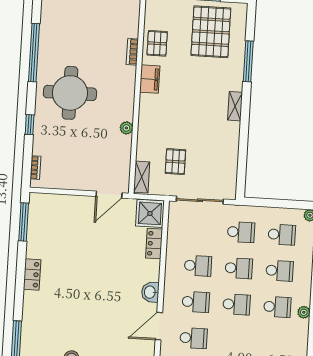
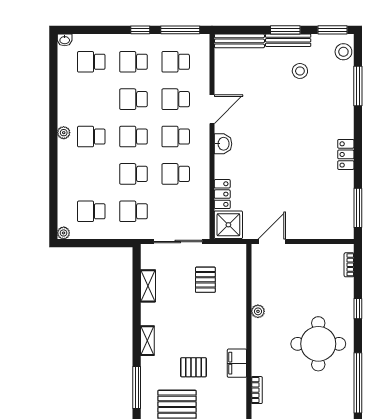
pallet: (157, 43) -> (193, 367), moved, turned 90
shelving: (142, 177) -> (148, 286), moved
school desk: (280, 271) -> (133, 99), moved

